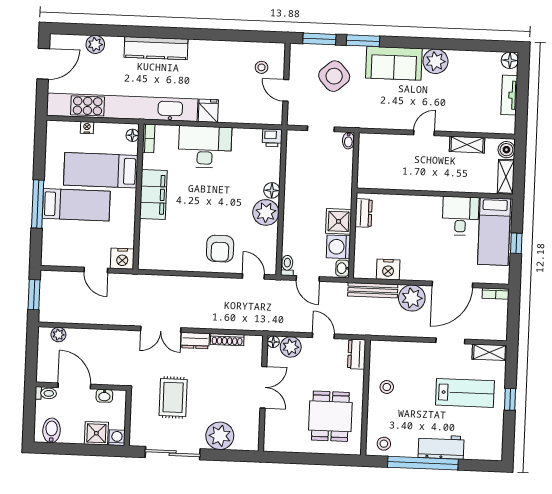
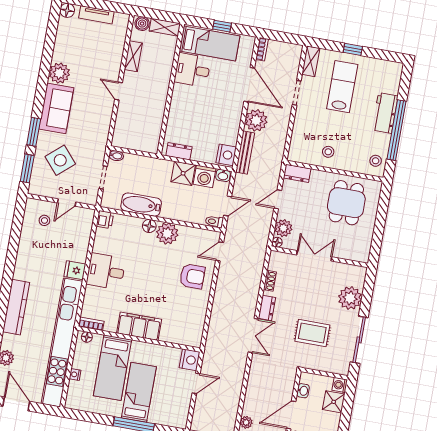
desk: (205, 147) -> (106, 271), width x0.73
bathtub: (295, 177) -> (141, 205), added
nightstand: (388, 269) -> (226, 155), moved
shoe rack: (227, 340) -> (270, 281), width x0.70
dining table: (330, 416) -> (346, 203), turned 90

